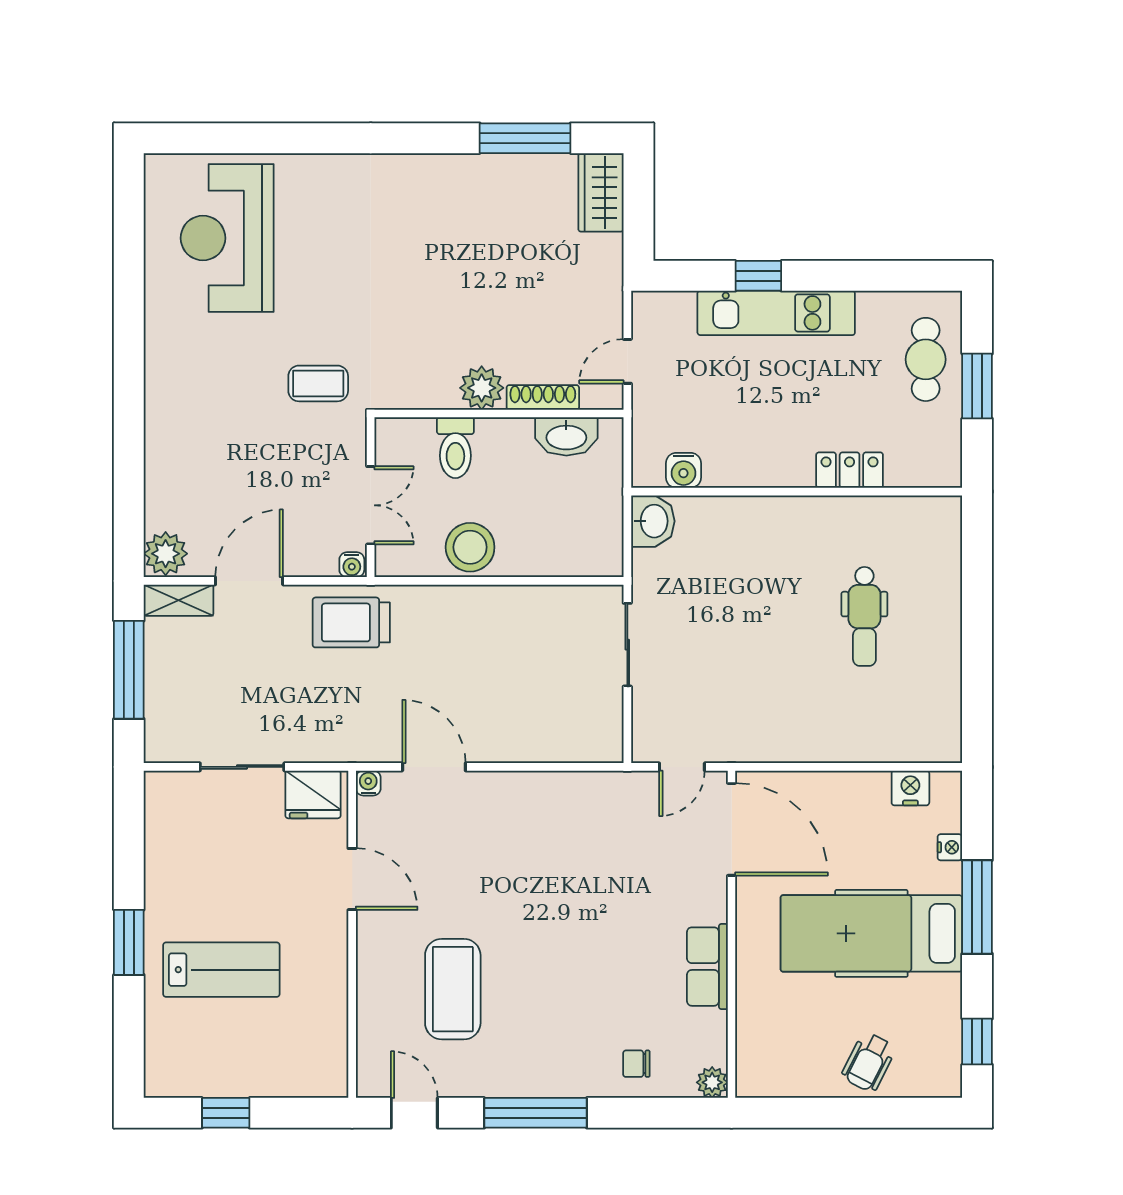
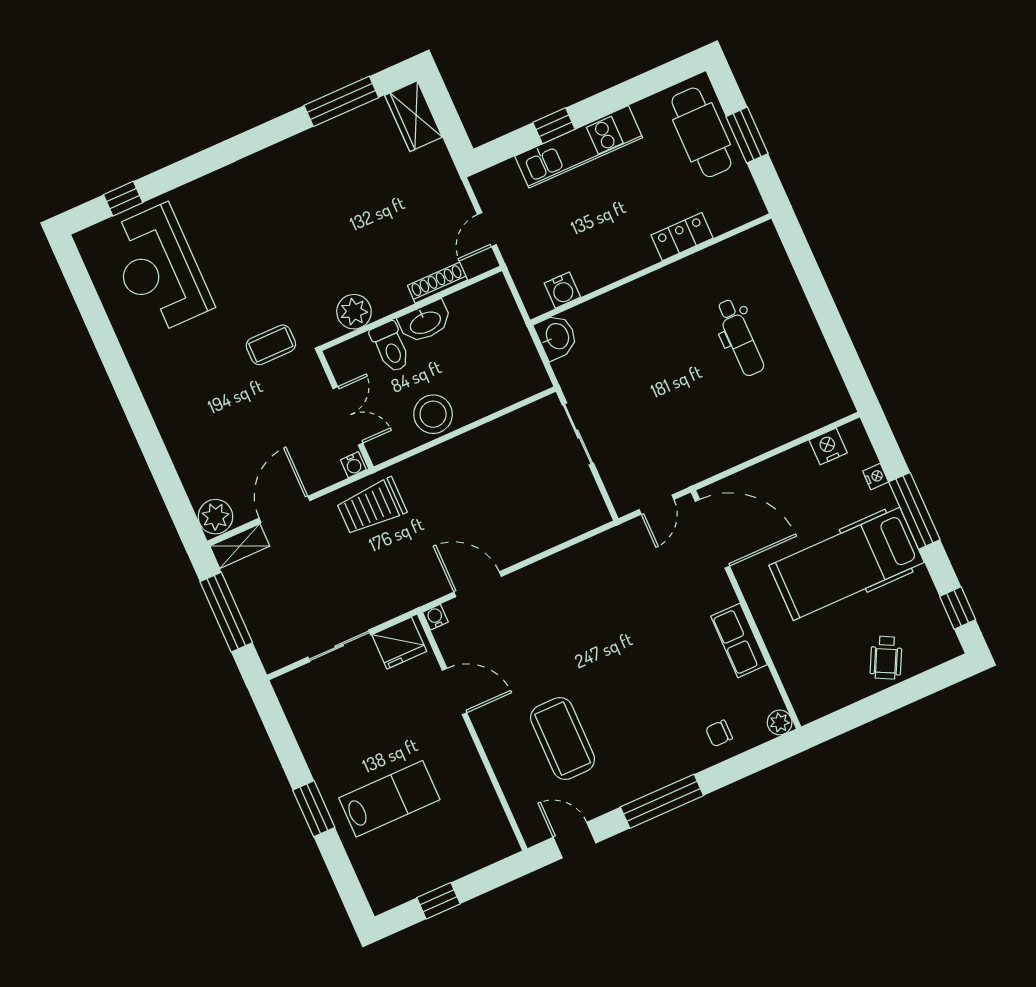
window: (223, 138) -> (123, 199), added
cafe table: (926, 359) -> (701, 132), width x1.37, depth x1.35
plant: (482, 388) -> (354, 312), moved
washbasin: (566, 436) -> (425, 322), moved

